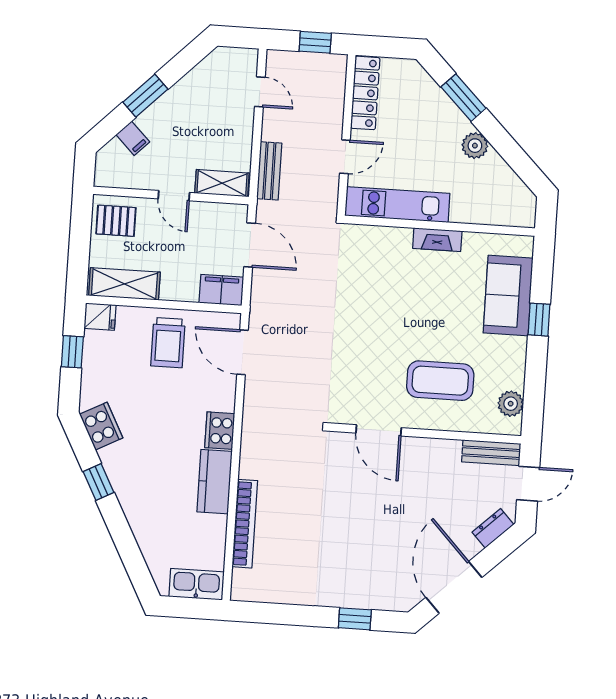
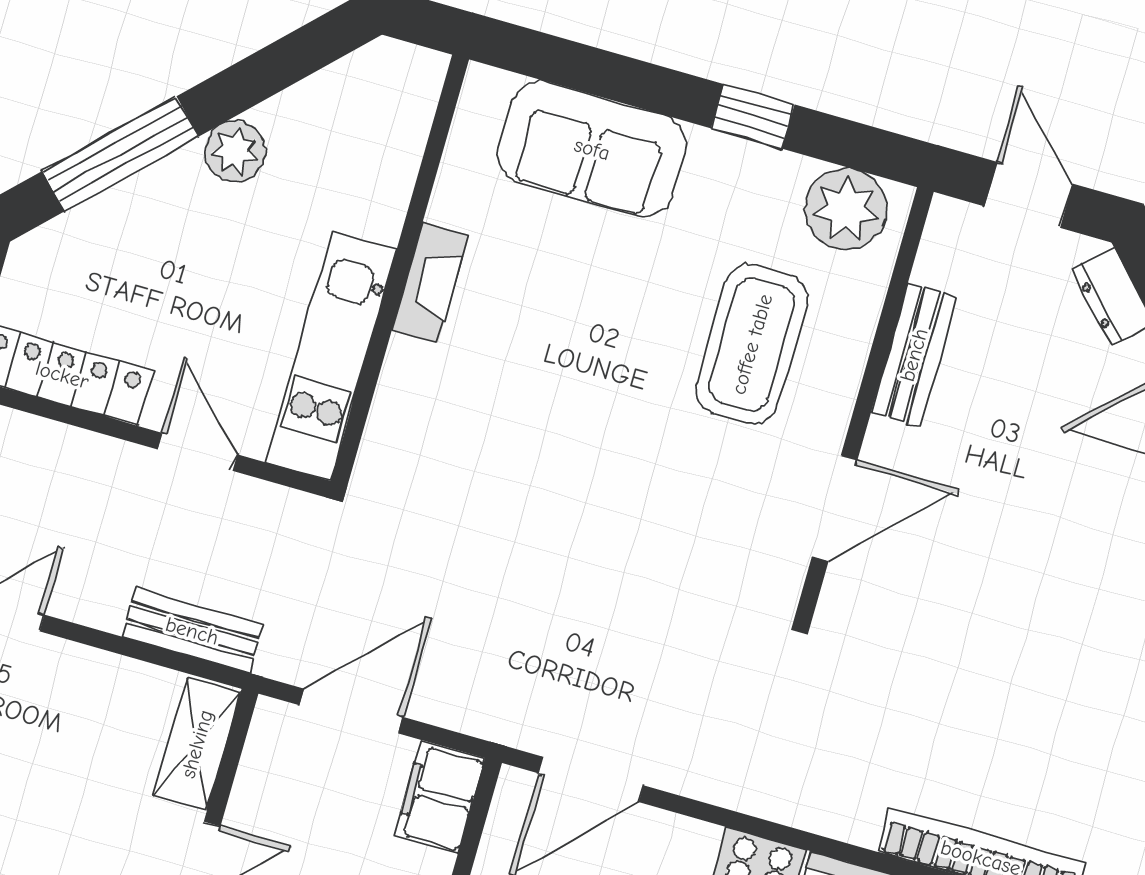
window: (463, 98) -> (120, 154), width x1.44
window: (539, 320) -> (753, 116), moved
plant: (511, 404) -> (846, 209), width x1.36, depth x1.36
bench: (491, 453) -> (914, 355), moved

